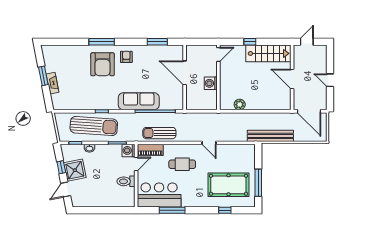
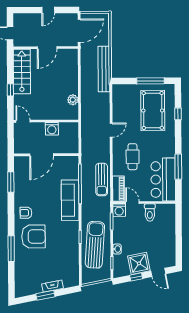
window: (102, 42) -> (11, 249), moved

